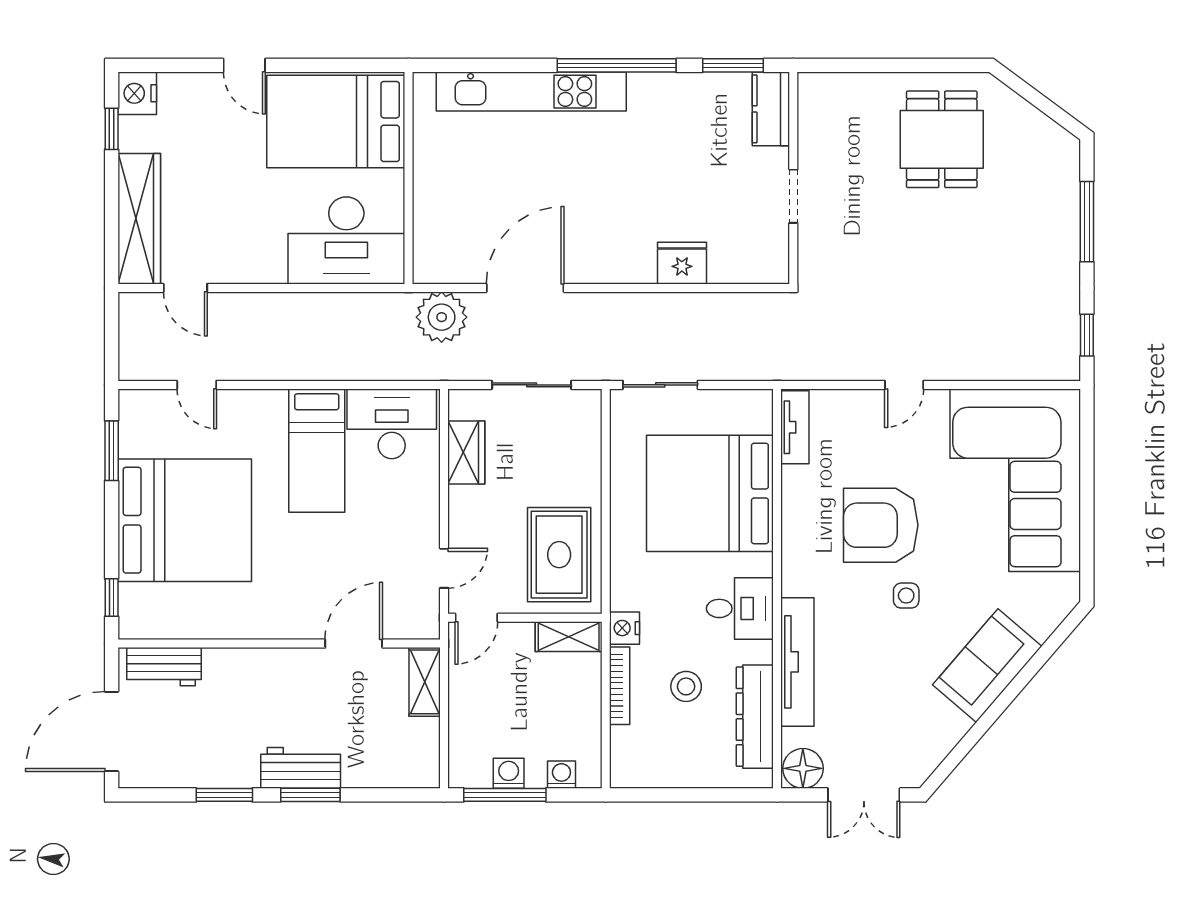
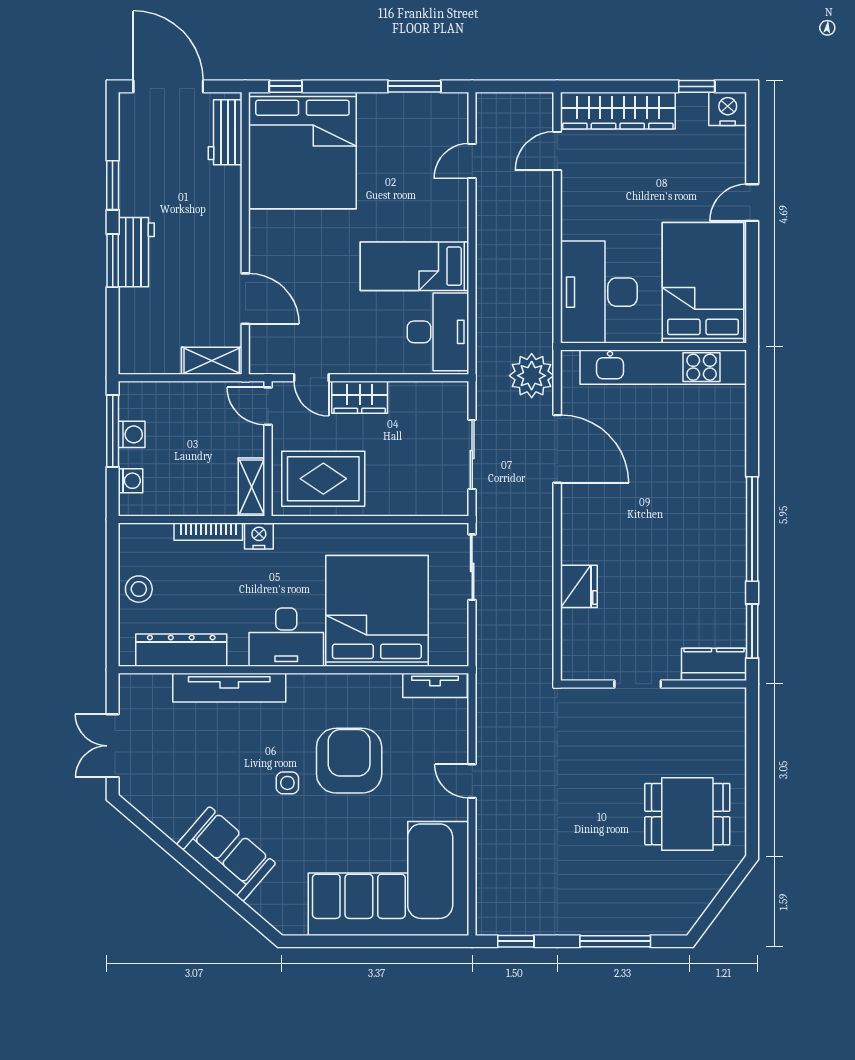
kitchen unit: (531, 92) -> (663, 367), moved, turned -90
wardrobe: (466, 452) -> (360, 397), moved
bed: (185, 520) -> (302, 150), moved
desk: (740, 608) -> (286, 637), width x1.37
stool: (686, 686) -> (139, 589), moved
floor lamp: (803, 768) -> (136, 692), removed

